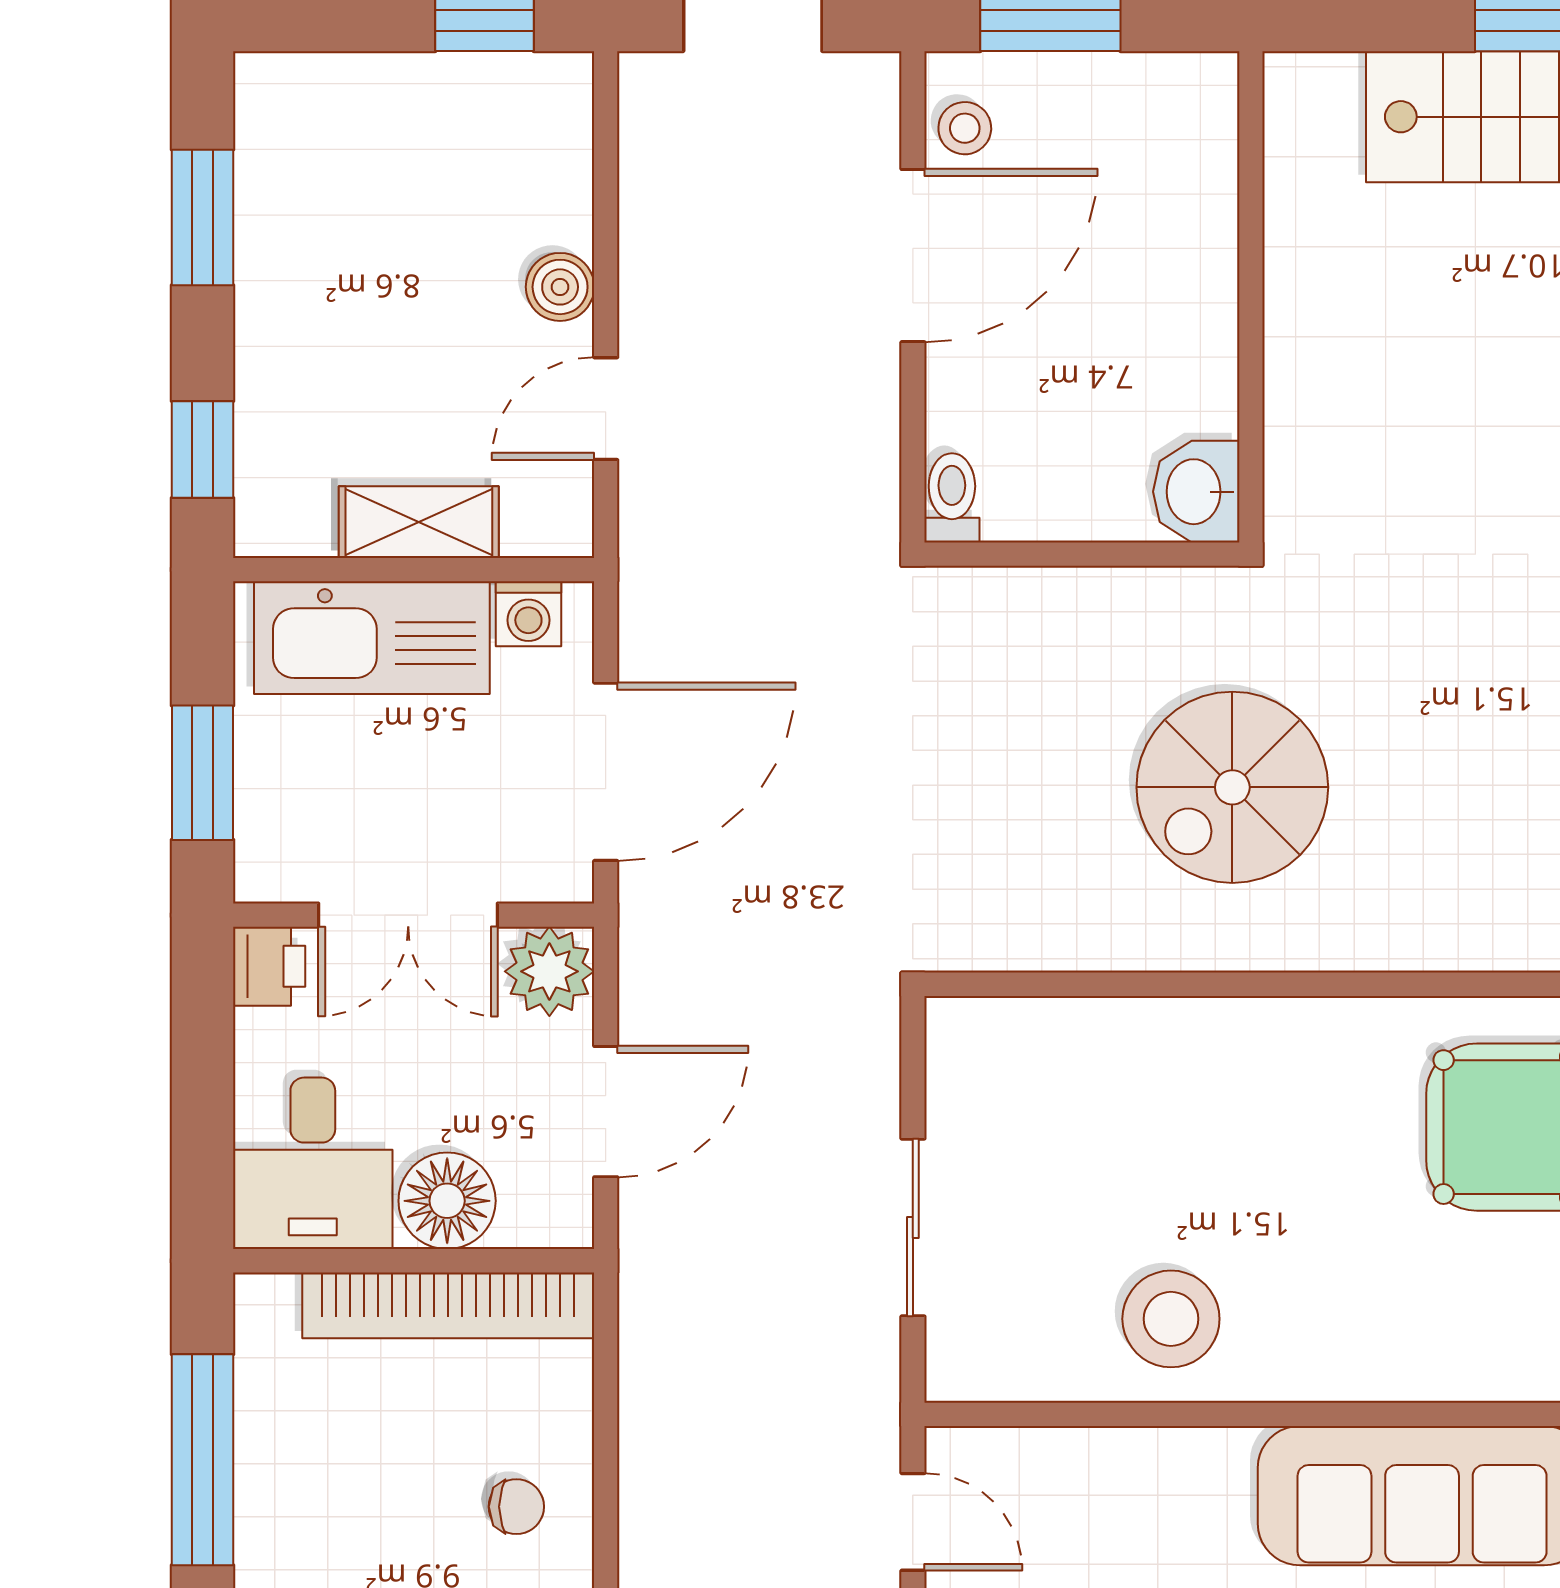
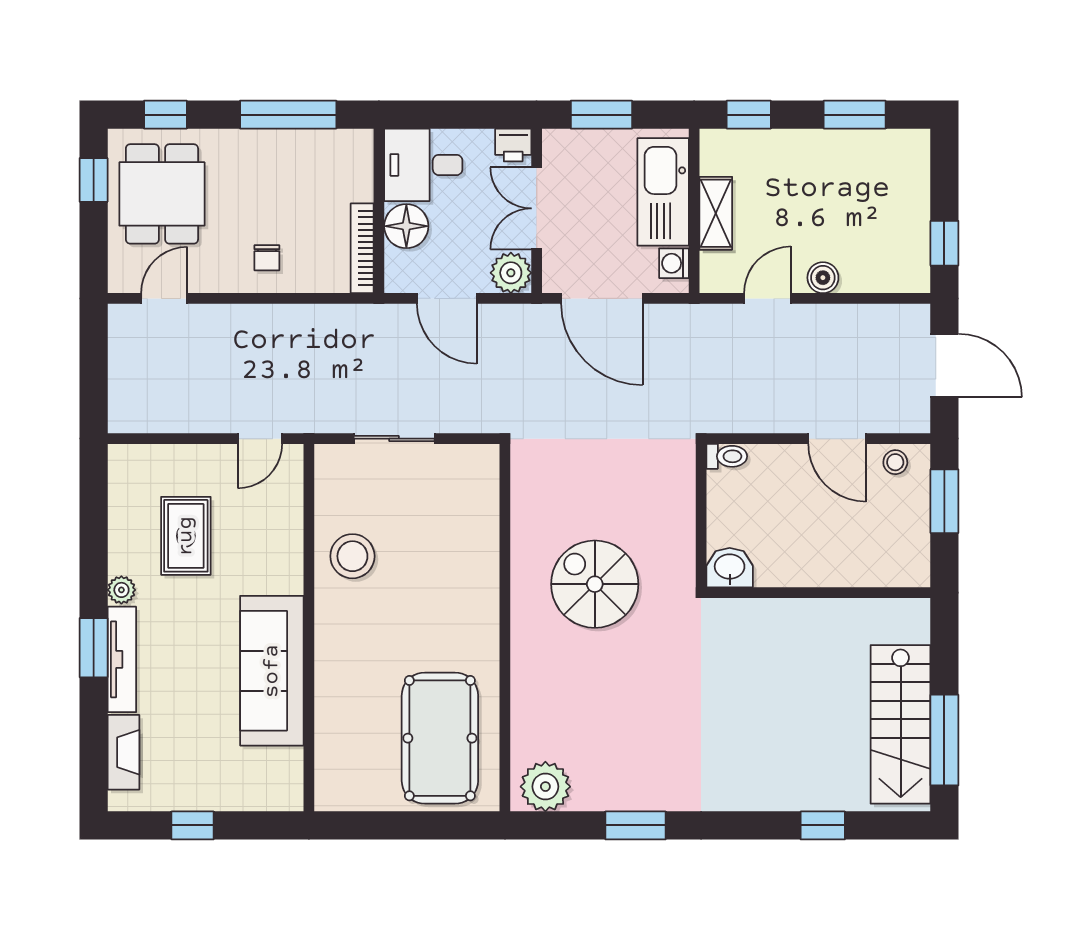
door: (913, 256) -> (837, 439), width x0.73
door: (606, 409) -> (767, 298), hinge flipped
bookcase: (448, 1305) -> (362, 248), width x0.68, depth x0.76

